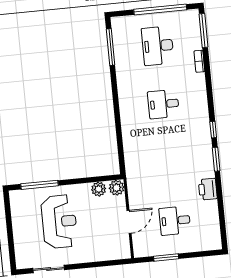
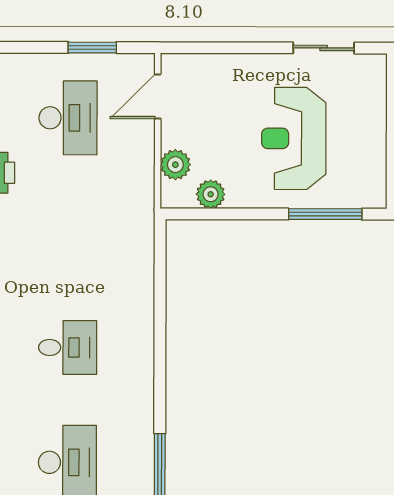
plant: (117, 188) -> (175, 165), moved
desk: (175, 221) -> (68, 118), width x1.37
door: (129, 222) -> (158, 96), moved

